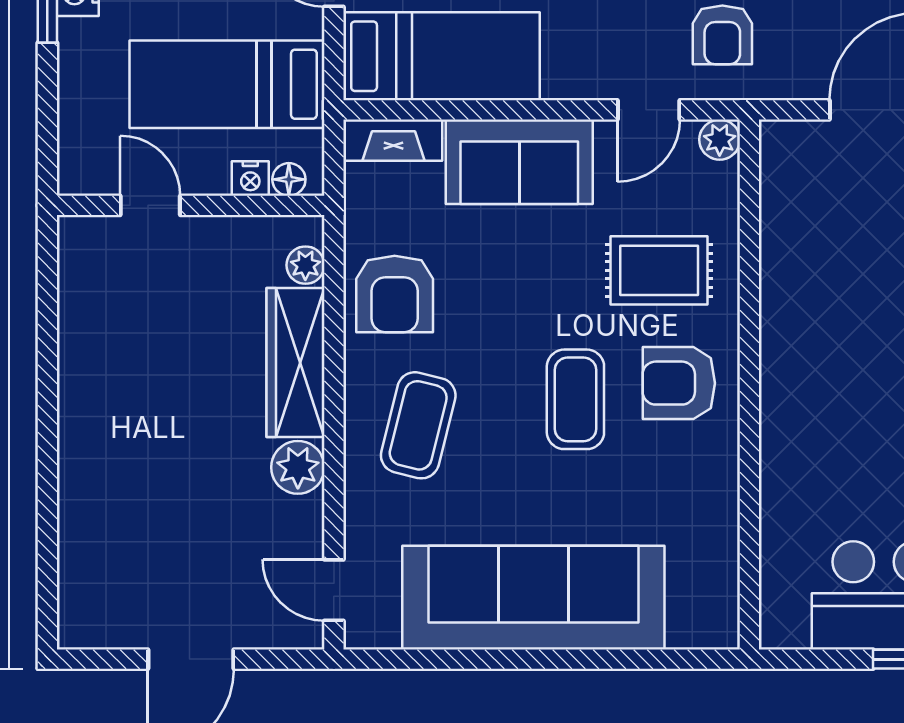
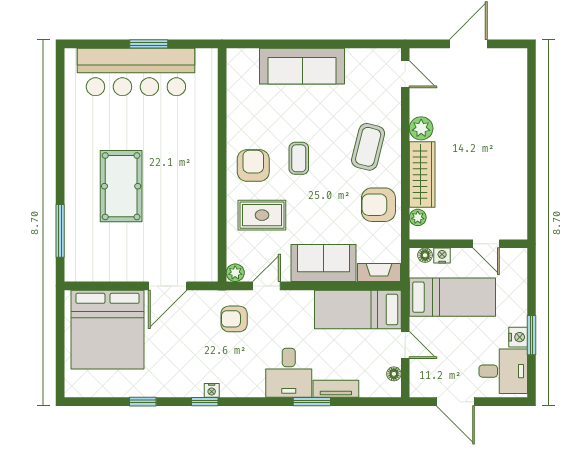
armchair: (722, 35) -> (234, 319), turned -90
armchair: (395, 294) -> (378, 205), turned -90
armchair: (679, 383) -> (253, 165), turned -90
coffee table: (575, 399) -> (299, 158), width x0.73, depth x0.77
sofa: (533, 598) -> (302, 66), width x0.74, depth x0.79

